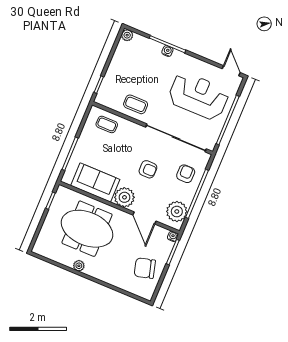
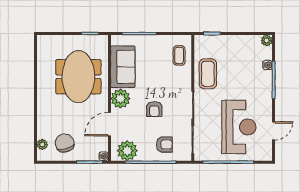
water cooler: (167, 51) -> (267, 65), moved
door: (231, 71) -> (274, 131), moved
coffee table: (136, 104) -> (208, 74), width x1.36, depth x1.30
plant: (79, 266) -> (42, 144), moved

